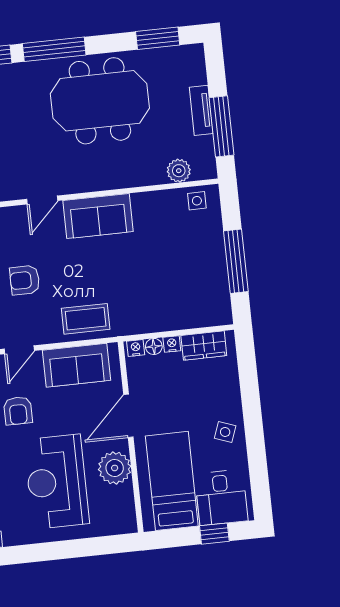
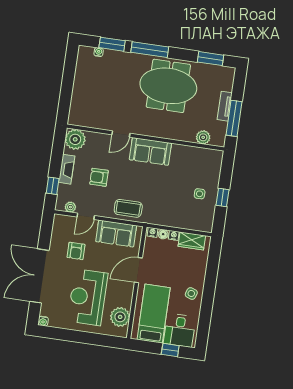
side table: (197, 201) -> (200, 194), moved
window: (236, 261) -> (222, 198), width x0.46
plant: (115, 468) -> (120, 317), moved

